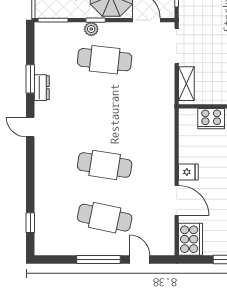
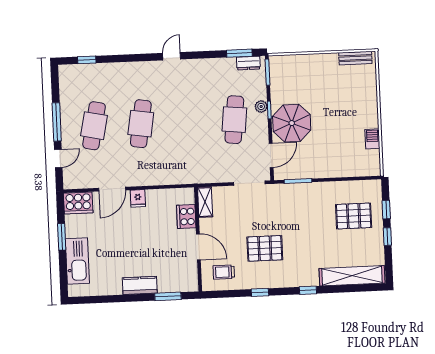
window: (30, 79) -> (239, 53), moved
shelving: (186, 84) -> (205, 202), moved, turned 90
dresser: (42, 88) -> (248, 63), moved

